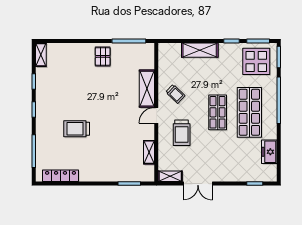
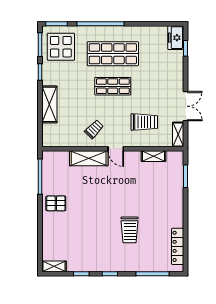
trolley: (182, 133) -> (144, 122), moved
freezer: (269, 152) -> (176, 38), moved, turned 90

